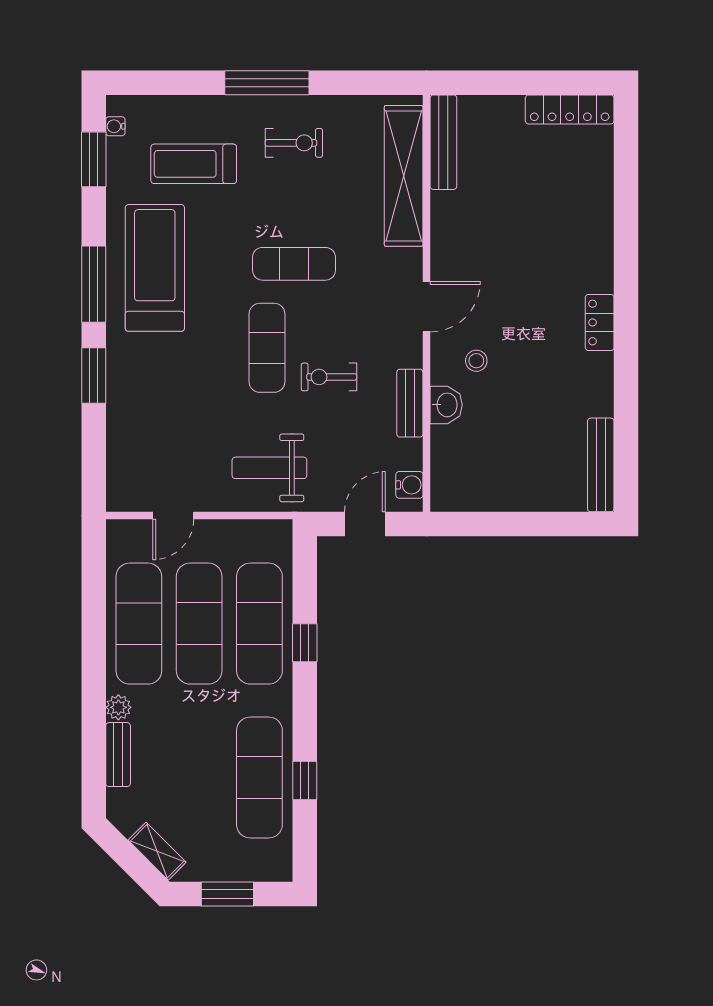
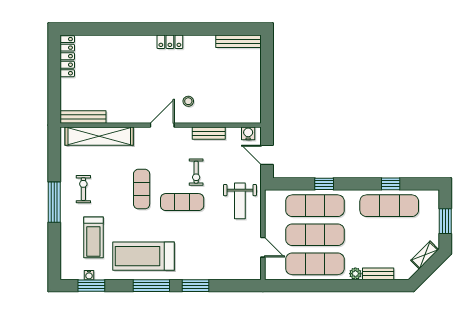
water cooler: (115, 126) -> (89, 275), moved
door: (427, 307) -> (162, 125), hinge flipped
washbasin: (446, 405) -> (210, 116), removed

